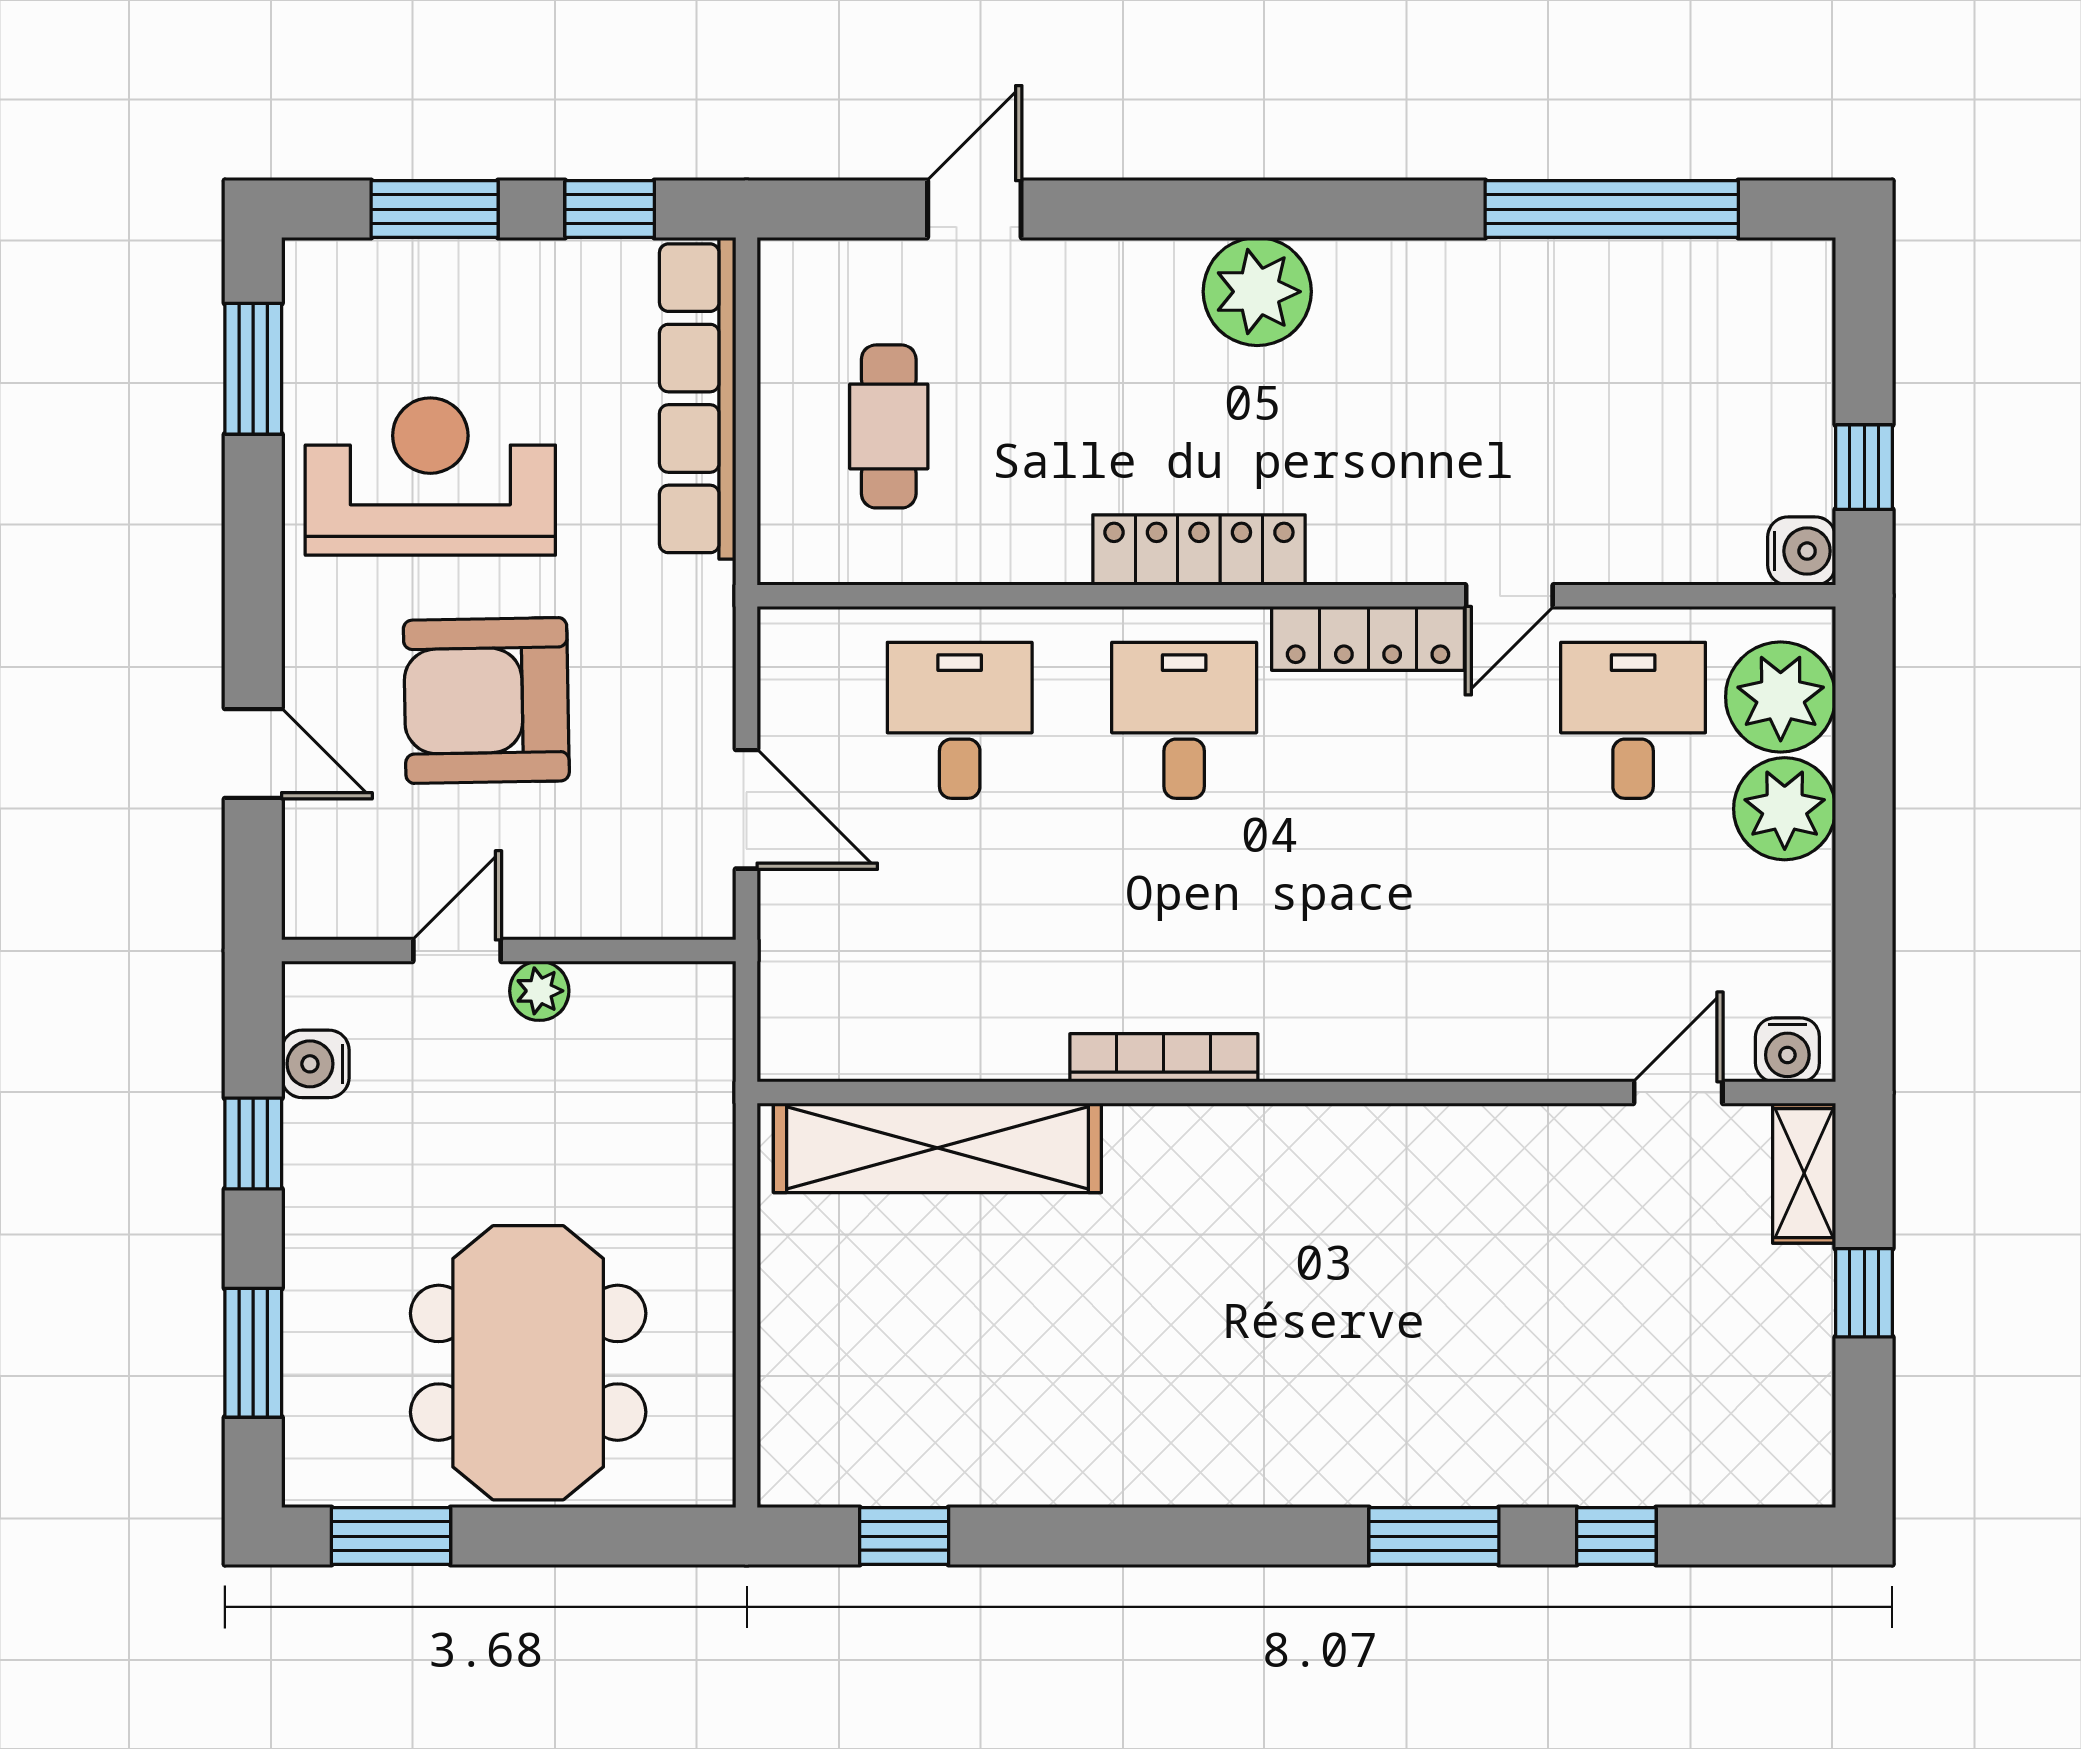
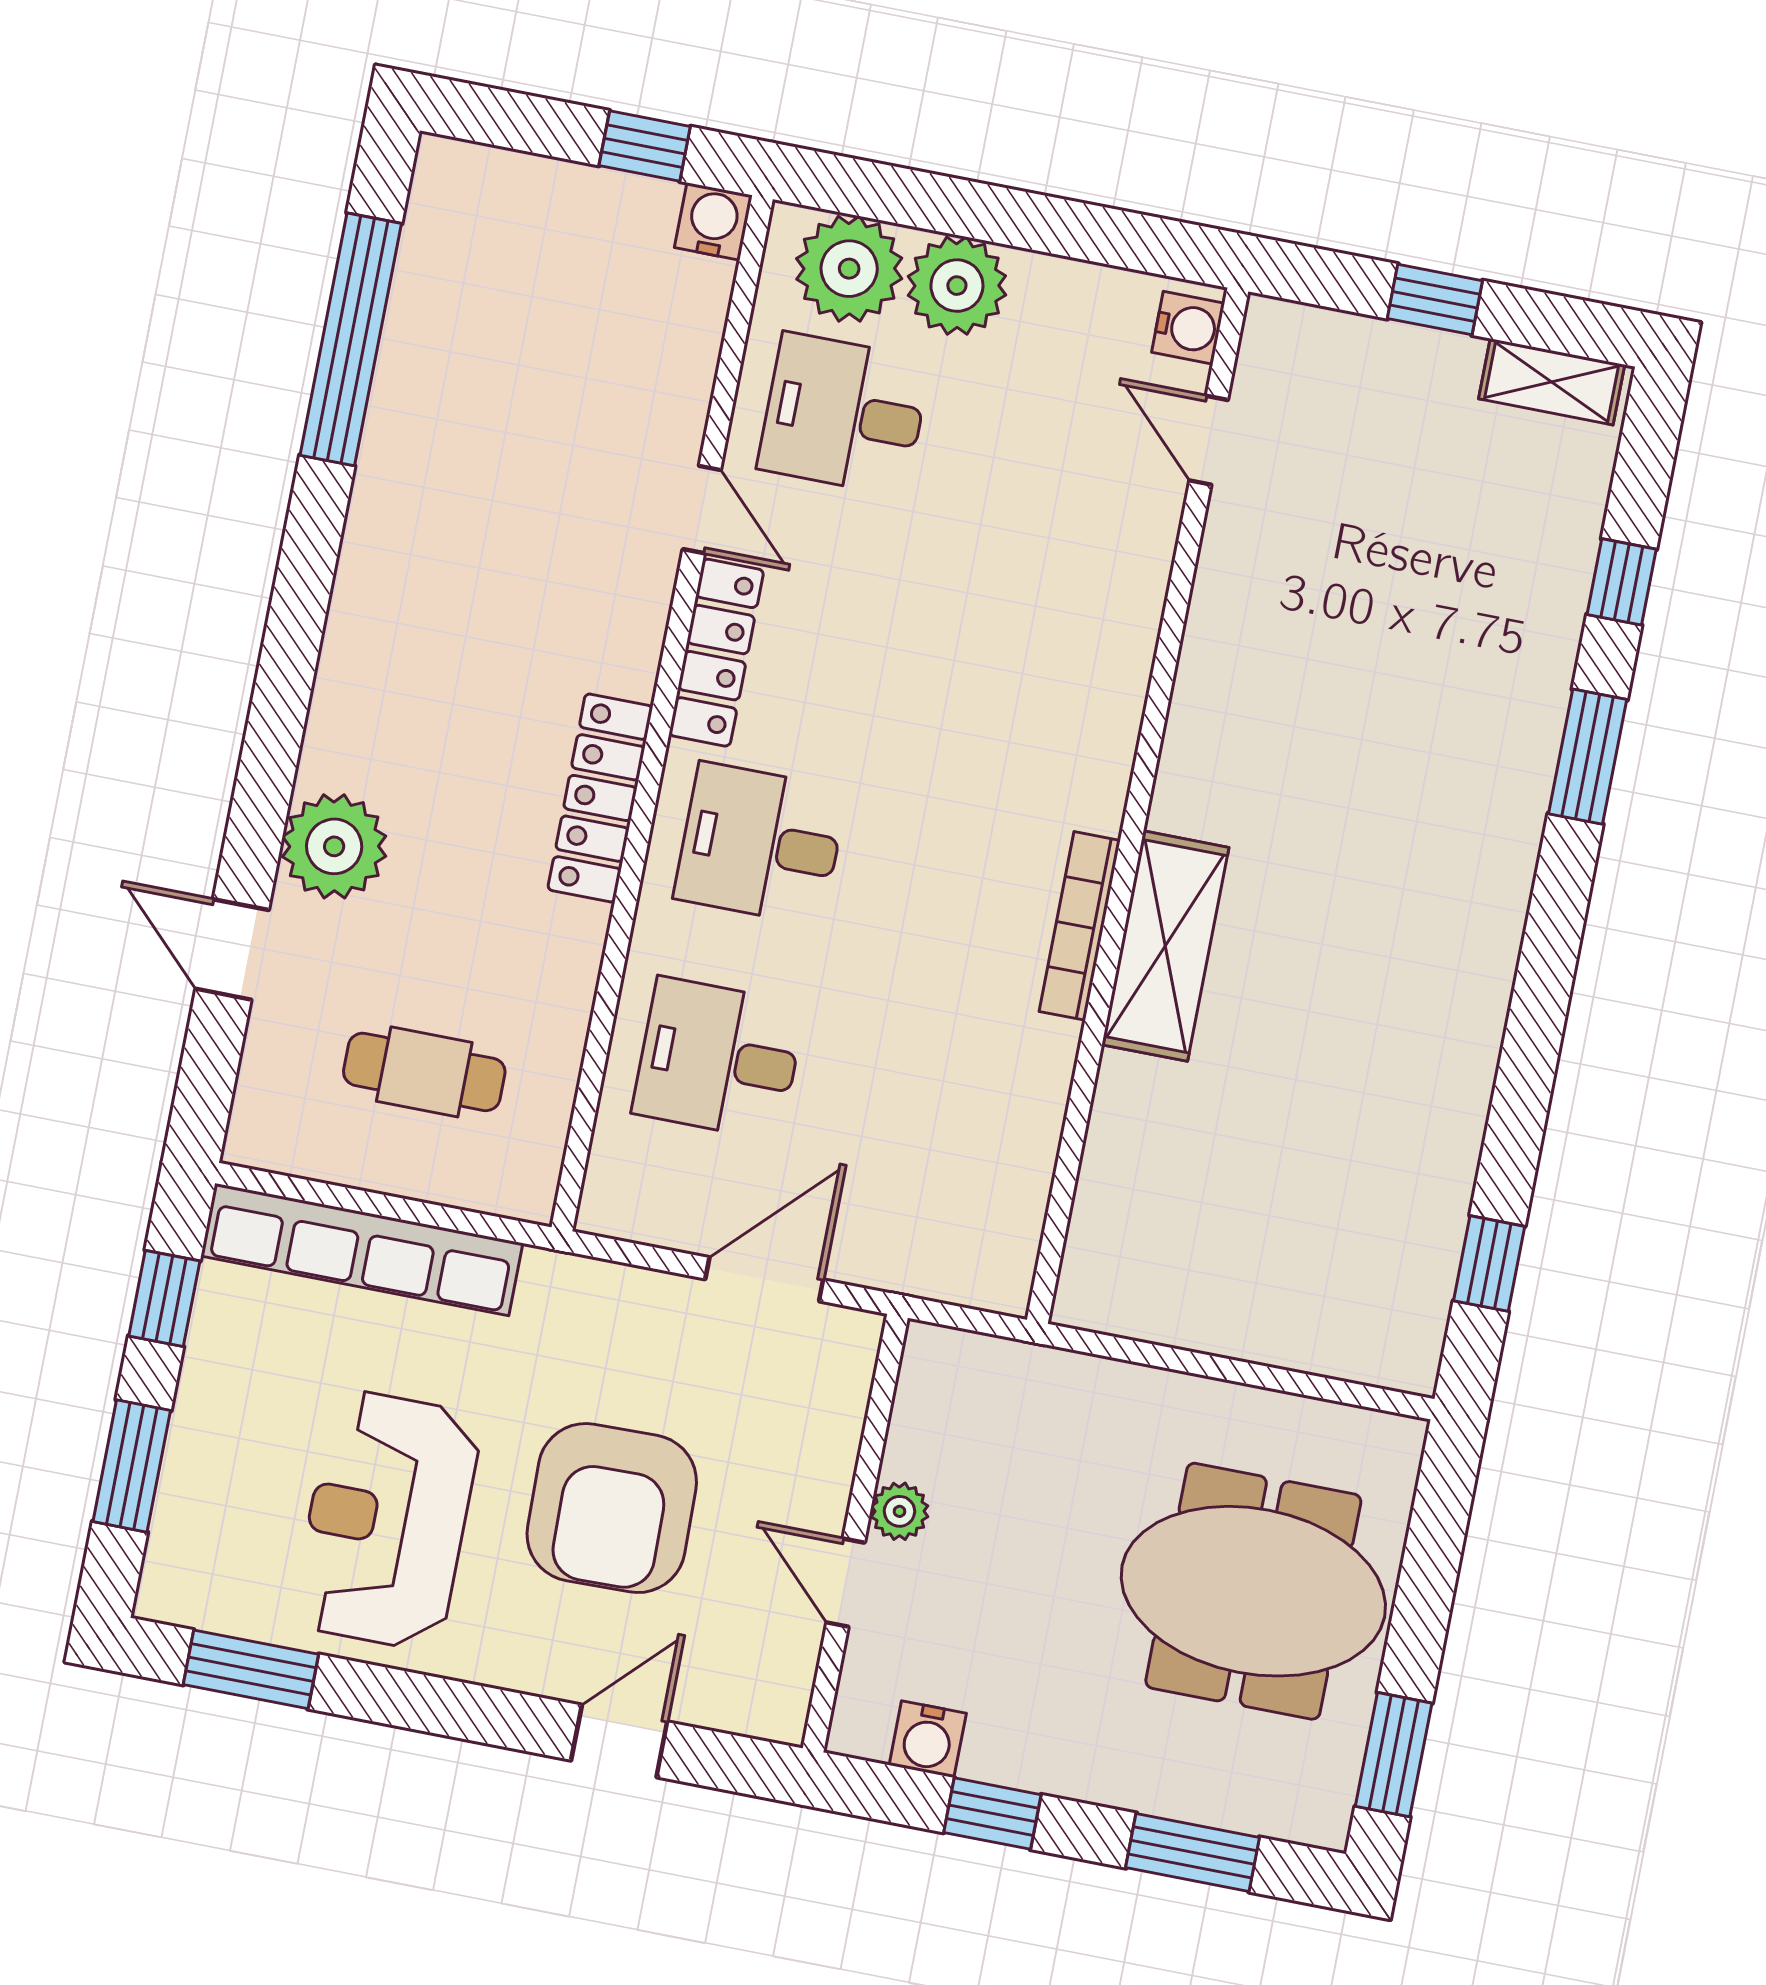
plant: (1257, 292) -> (334, 846), moved
shelving: (937, 1148) -> (1165, 946), moved, width x0.68
shelving: (1804, 1173) -> (1552, 382), moved

